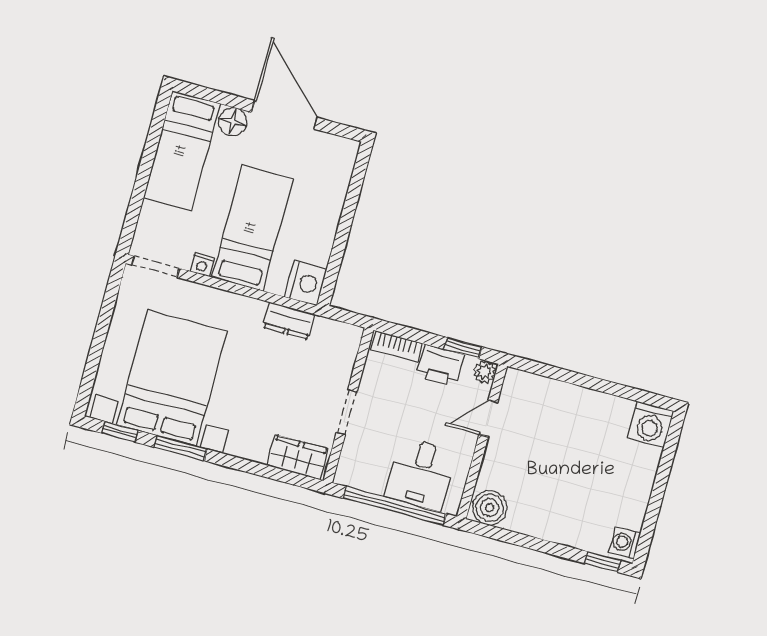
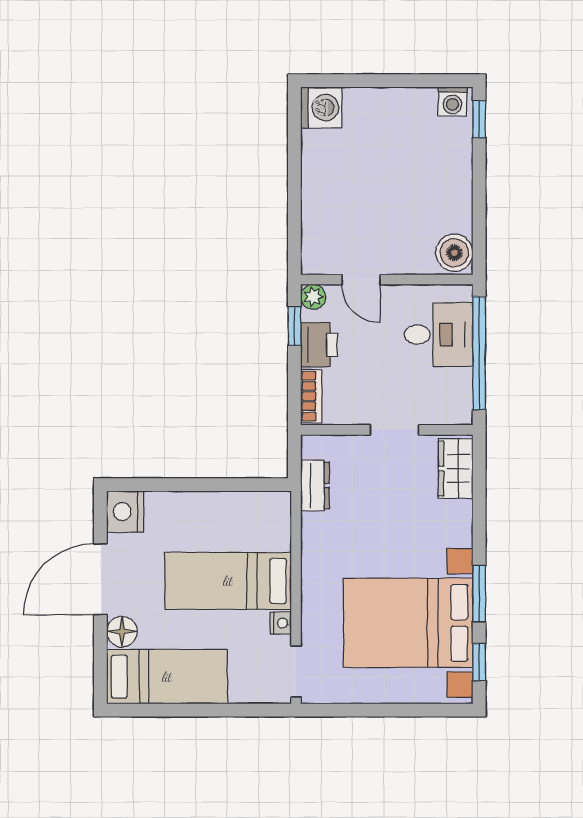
nightstand: (306, 283) -> (125, 512), moved, turned -90
dresser: (289, 321) -> (315, 485), moved

